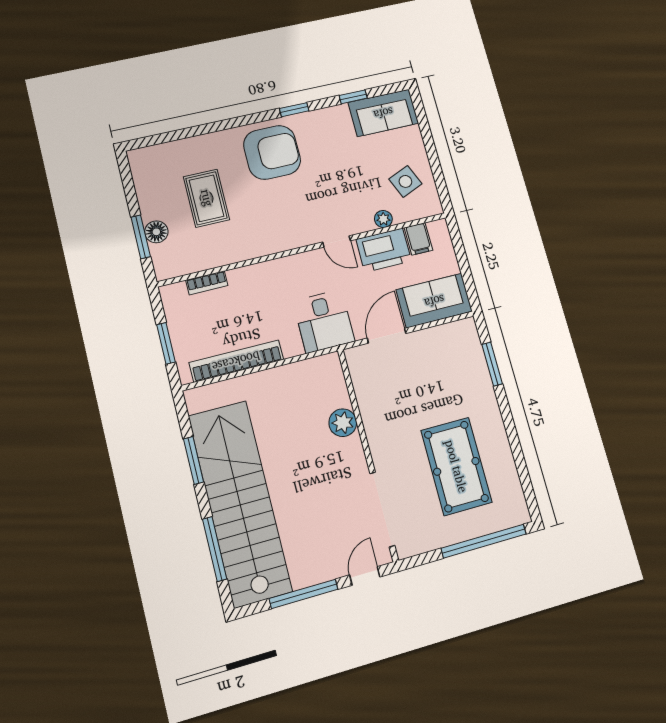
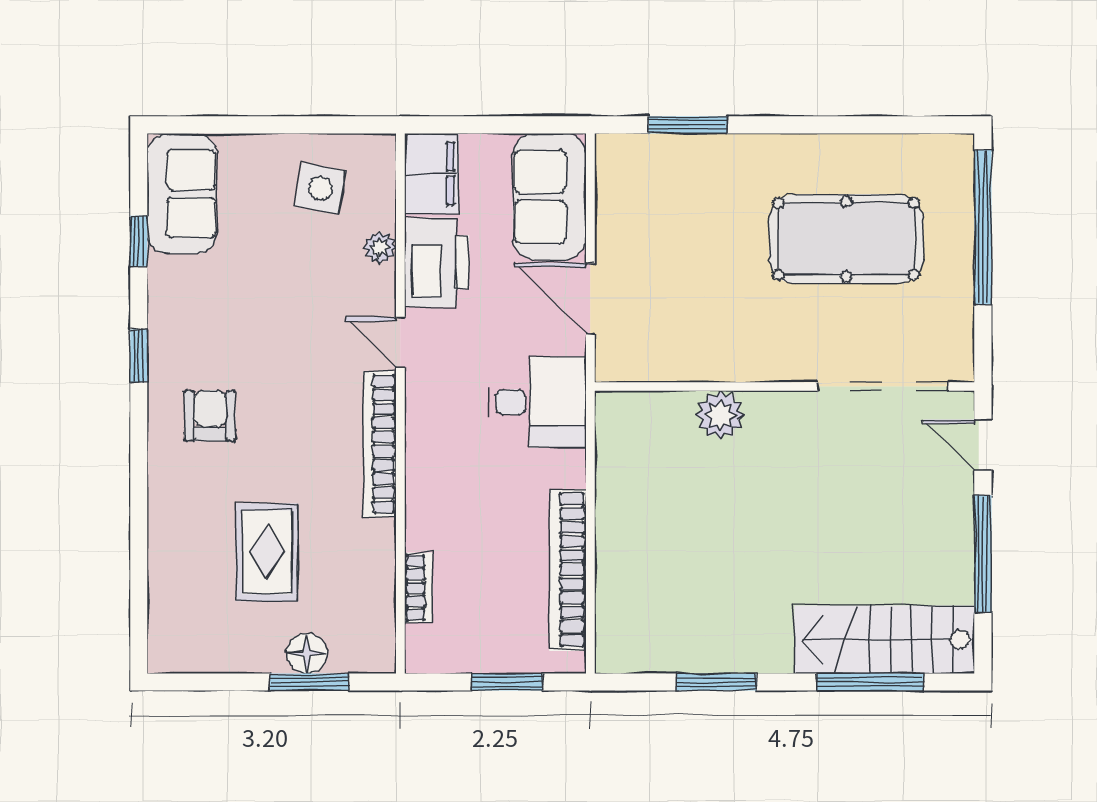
armchair: (272, 152) -> (210, 416), width x0.53, depth x0.53
side table: (405, 181) -> (320, 188), turned 33
rug: (207, 198) -> (267, 552), turned 90
filing cabinet: (418, 239) -> (432, 174), width x2.00
door: (337, 241) -> (400, 343), swing flipped
bookcase: (280, 243) -> (380, 444), added
stairs: (240, 503) -> (884, 640), width x0.54, depth x0.66

